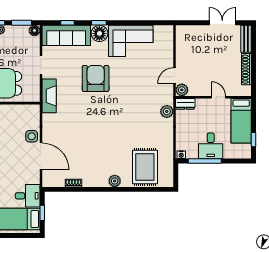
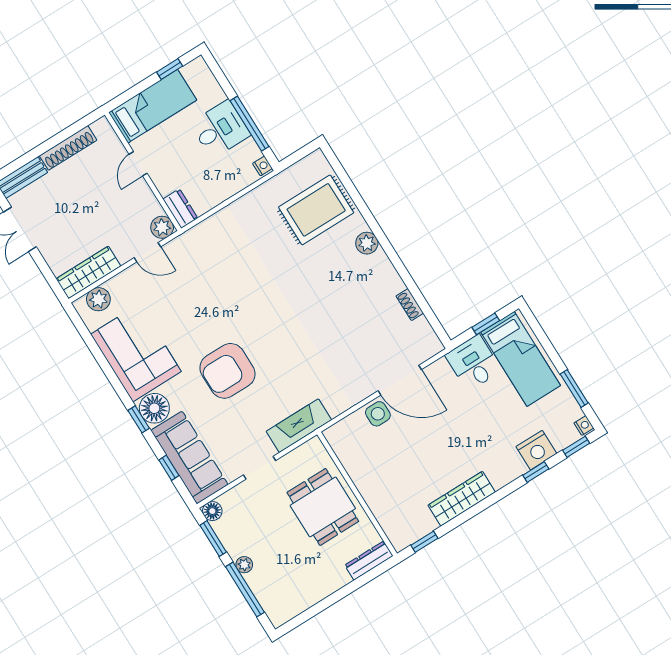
wardrobe: (182, 42) -> (88, 272), added
plant: (167, 111) -> (98, 299), moved
door: (41, 156) -> (400, 380), swing flipped

